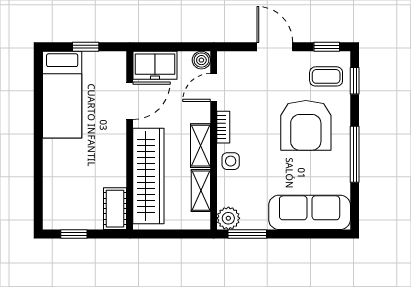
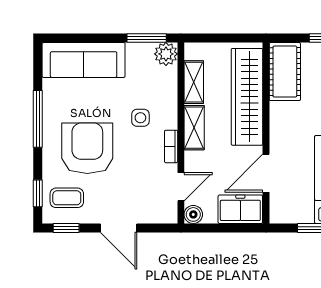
side table: (231, 161) -> (140, 118), moved
cot: (115, 209) -> (285, 72), width x1.37, depth x1.34

